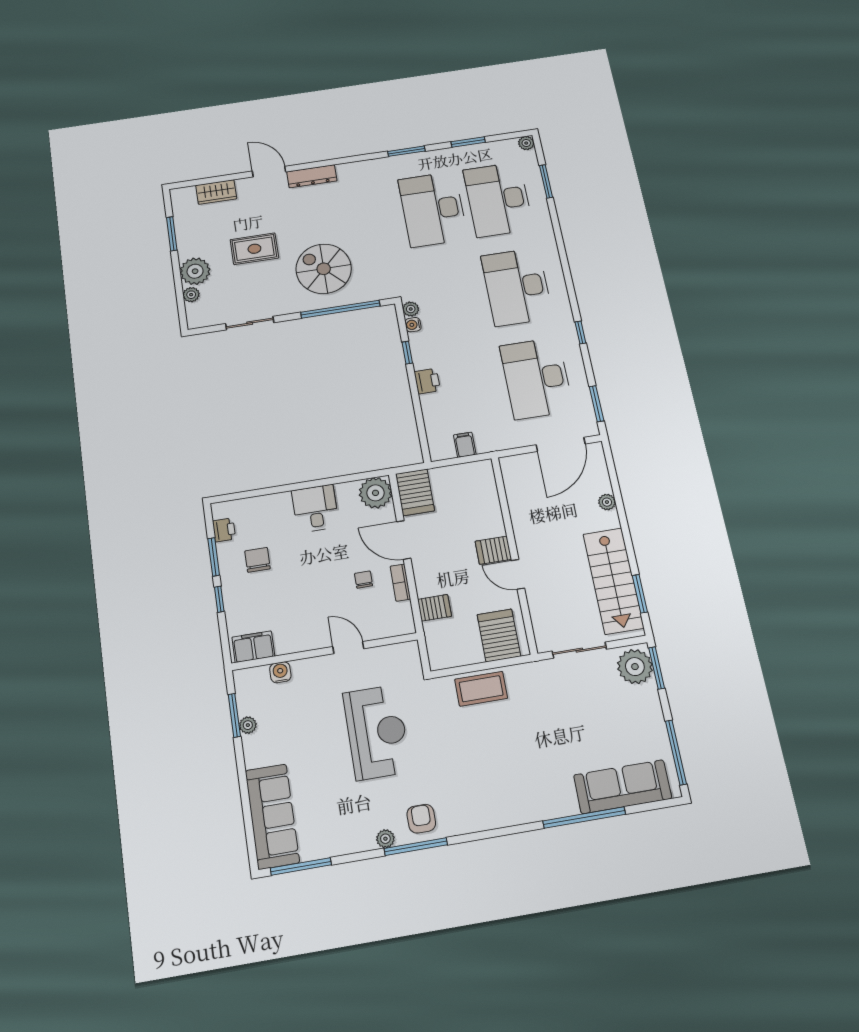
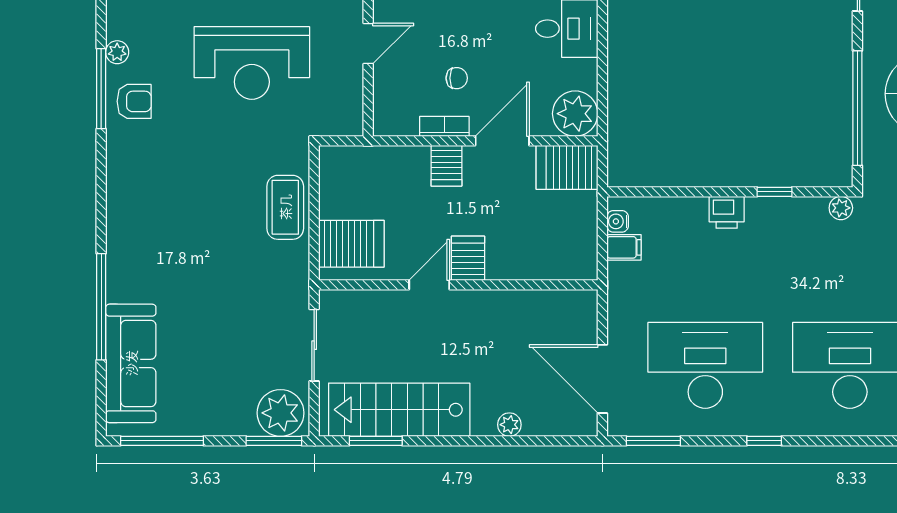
water cooler: (413, 325) -> (618, 221), moved, turned -90
server rack: (434, 608) -> (446, 166), moved

